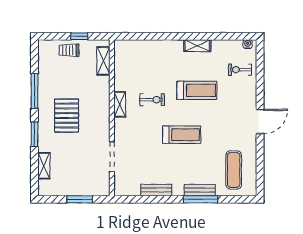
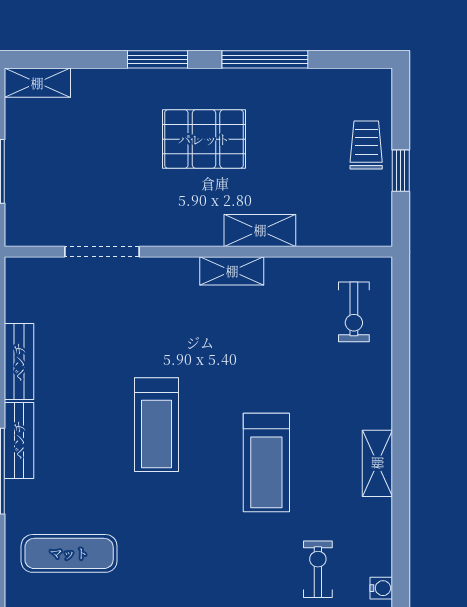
shelving: (103, 61) -> (260, 230), moved
exercise bike: (152, 100) -> (354, 312), moved
shelving: (44, 166) -> (37, 83), moved
bench: (200, 190) -> (19, 440), moved

